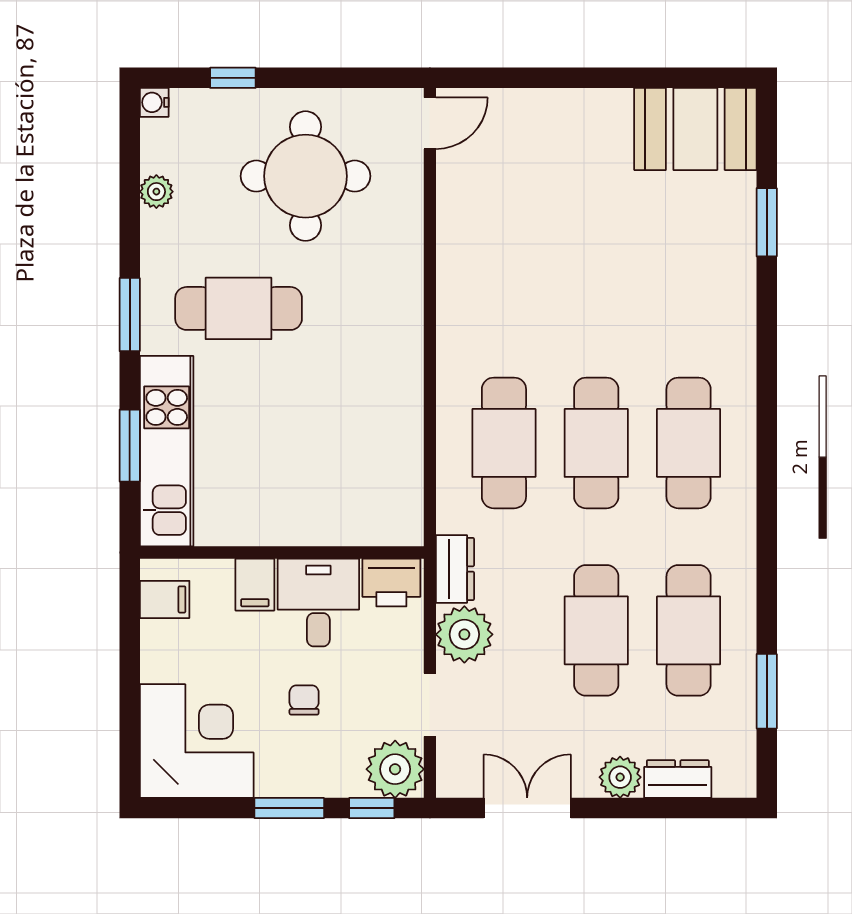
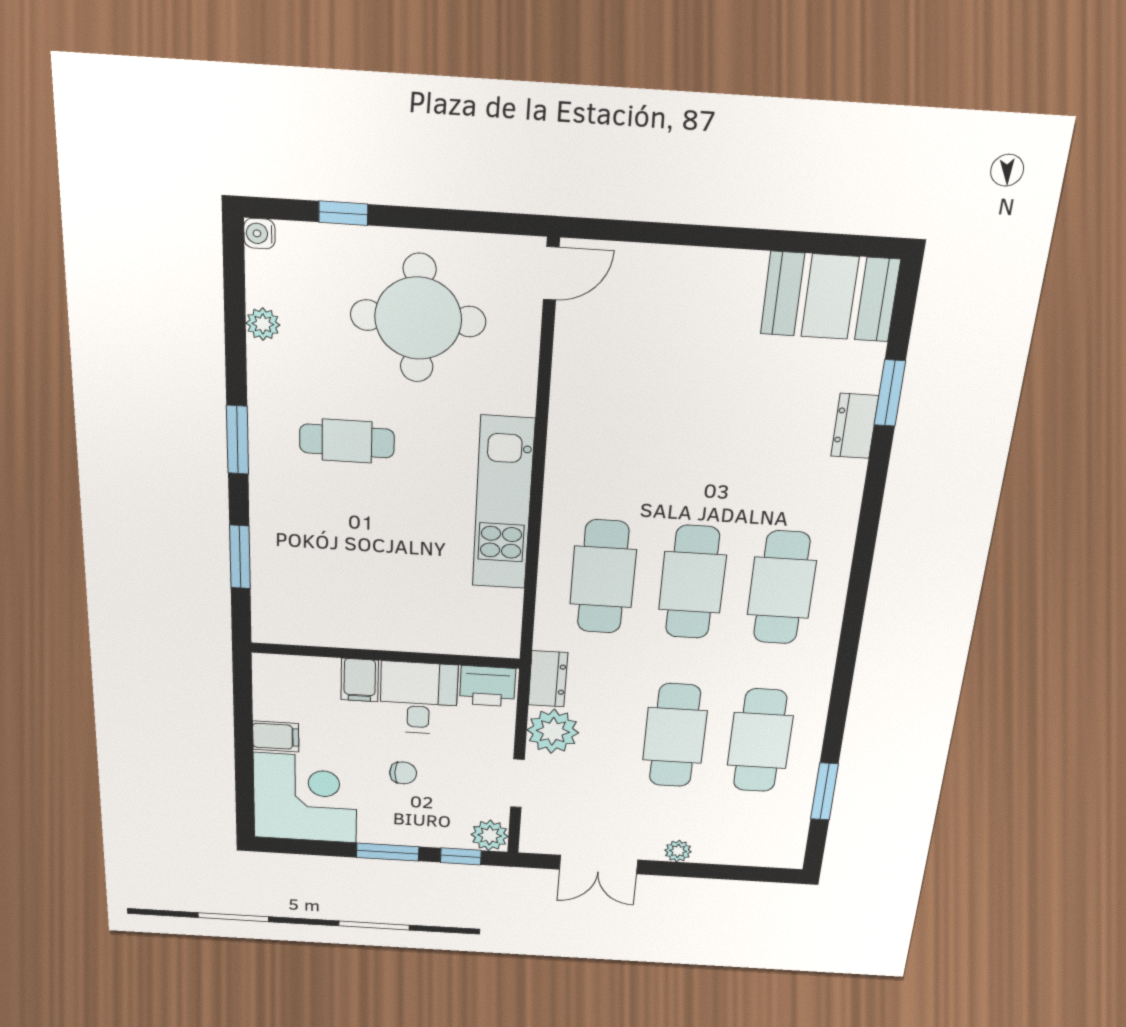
cafe table: (239, 308) -> (347, 441), width x0.73, depth x0.74
kitchen unit: (167, 451) -> (503, 503), moved, turned 180
filing cabinet: (165, 599) -> (276, 736), moved
chair: (304, 700) -> (403, 773), turned 90
plant: (395, 769) -> (490, 835), width x0.73, depth x0.73
plant: (620, 777) -> (678, 851), width x0.73, depth x0.73
dresser: (678, 779) -> (855, 426), moved, turned -90
double door: (527, 808) -> (599, 865), swing flipped

